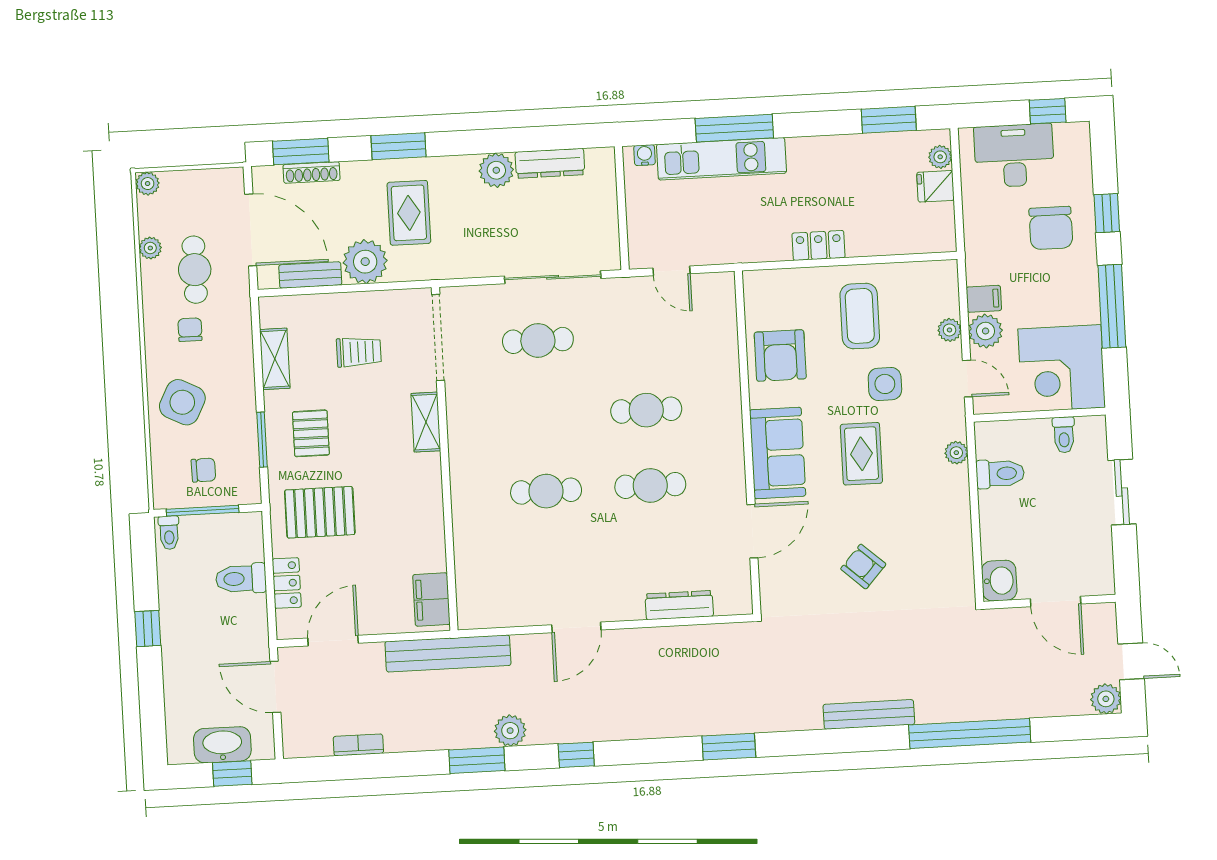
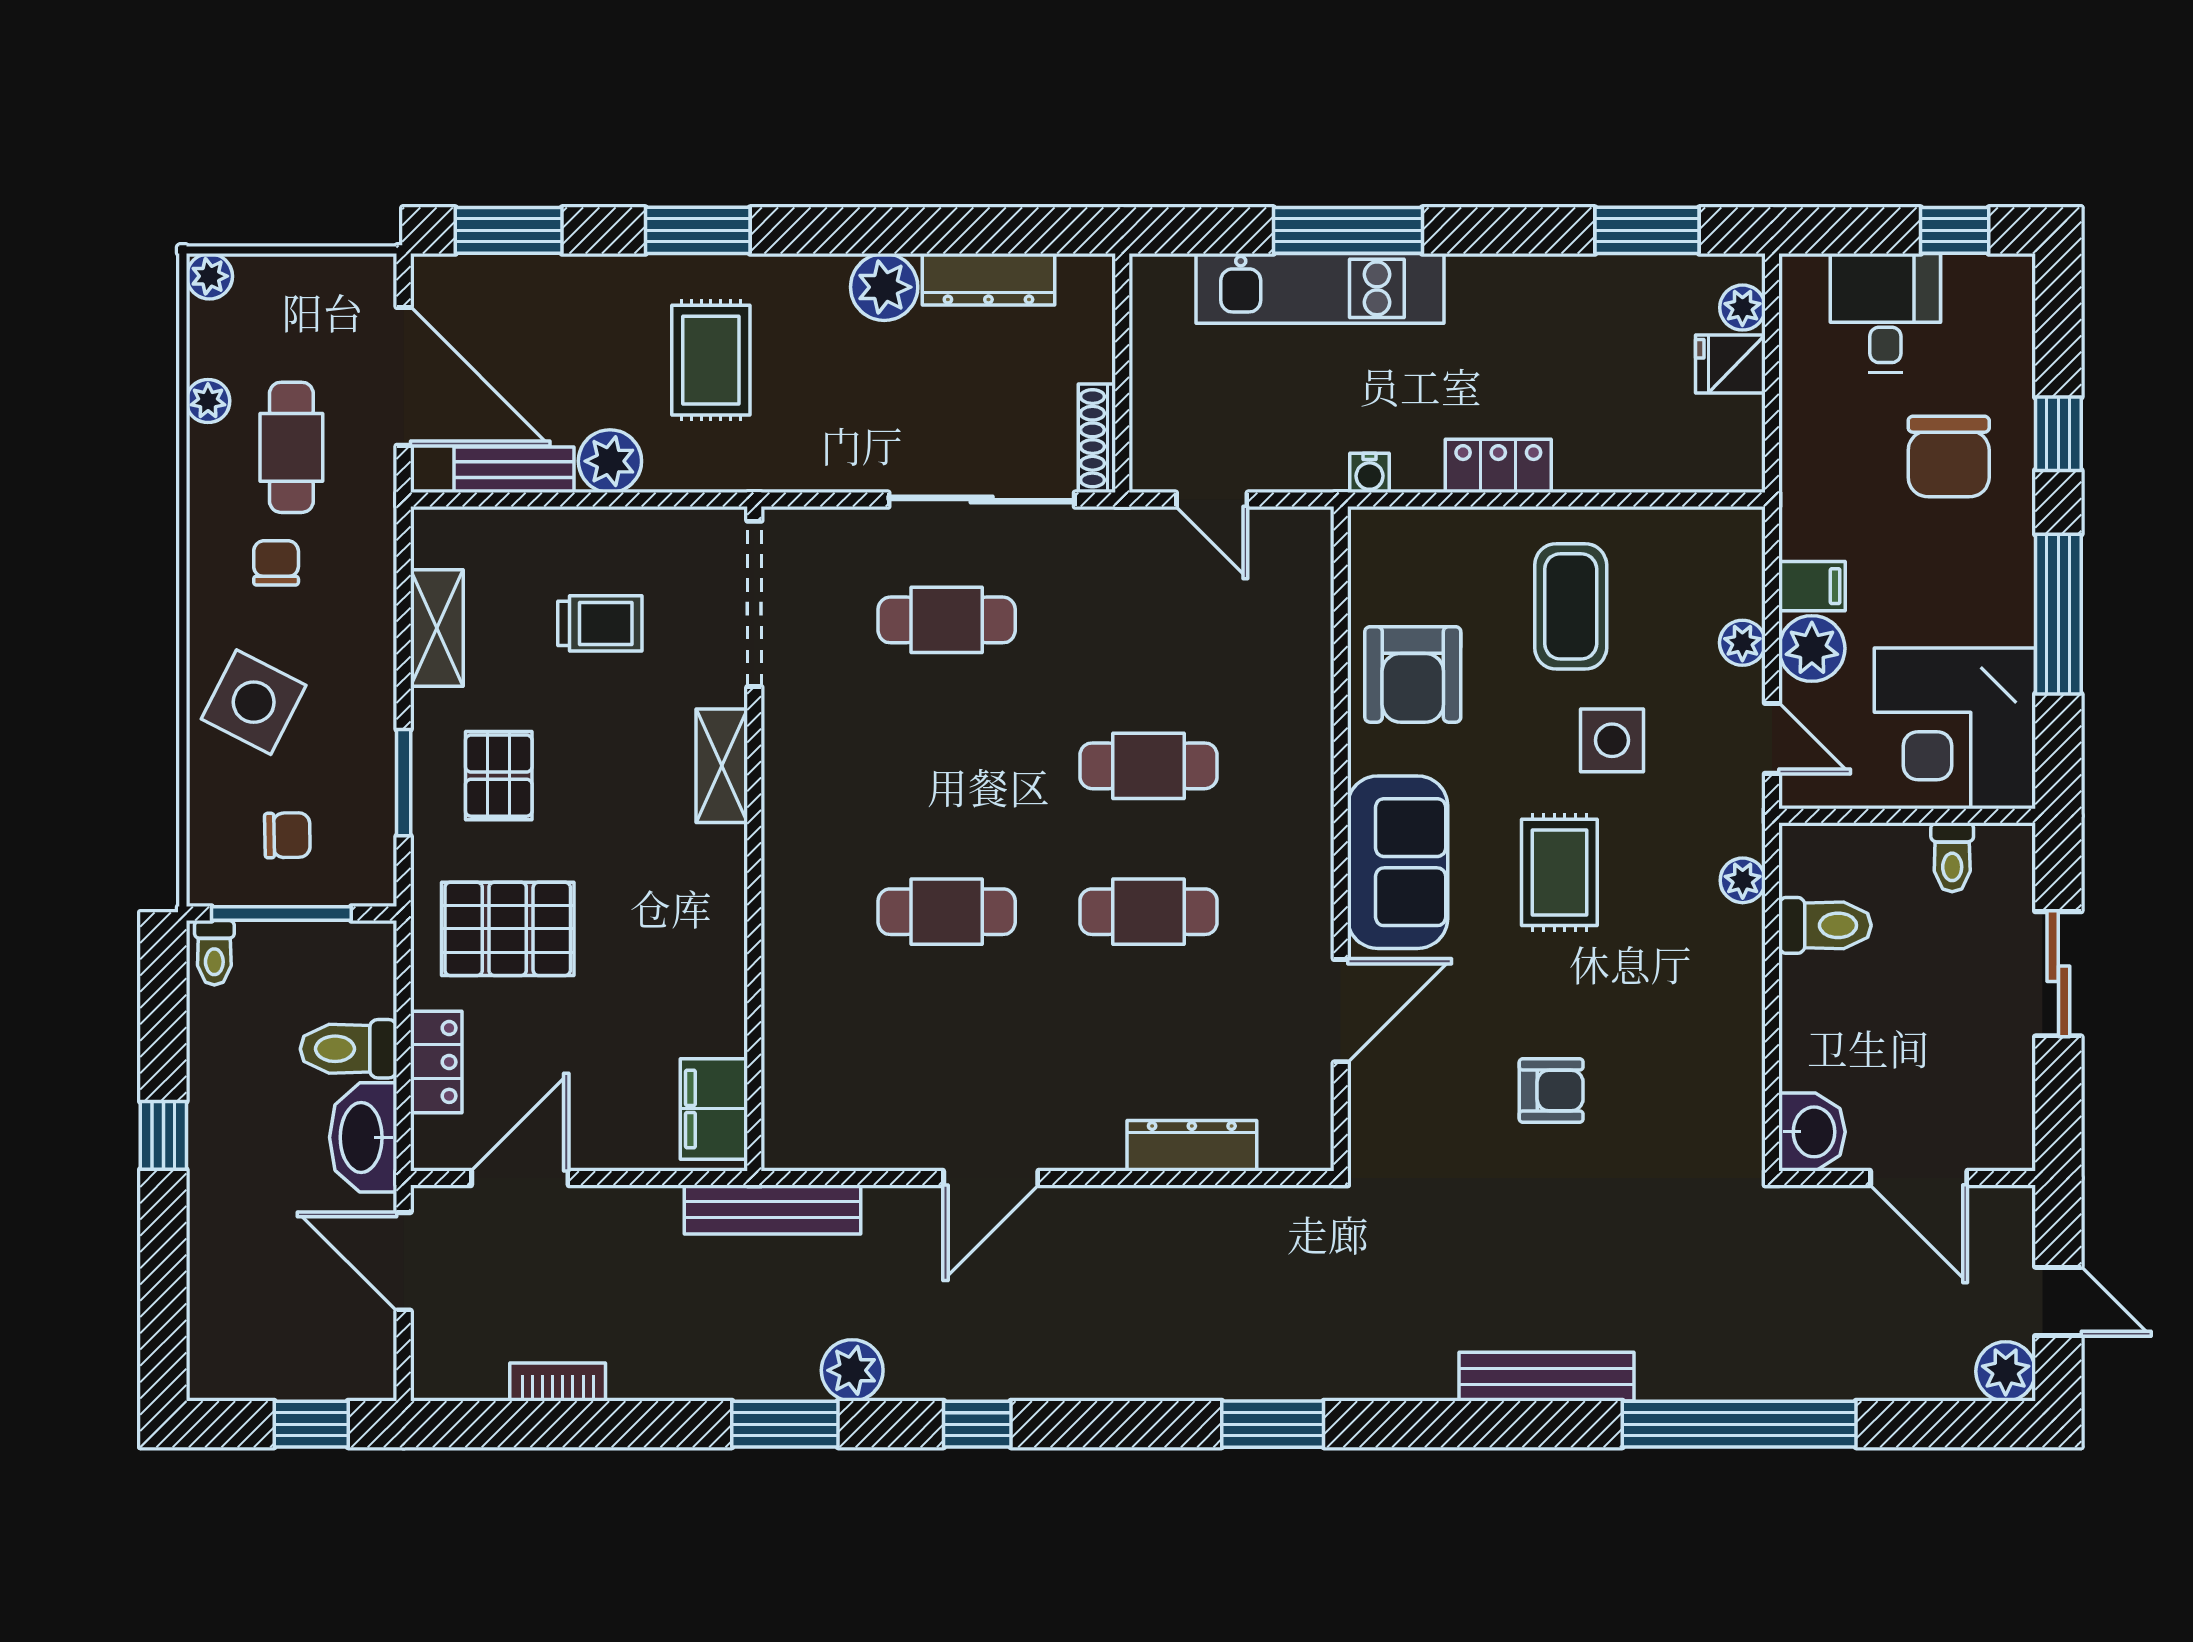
water cooler: (645, 155) -> (1370, 473), moved, turned 180
desk: (1014, 156) -> (1885, 313), width x0.73
shoe rack: (312, 172) -> (1097, 438), moved, turned 90
plant: (365, 262) -> (610, 461), width x0.73, depth x0.73
armchair: (863, 567) -> (1551, 1091), turned 138
bench: (448, 653) -> (773, 1210), width x0.73, depth x0.82
washbasin: (222, 745) -> (363, 1137), moved, turned -90

